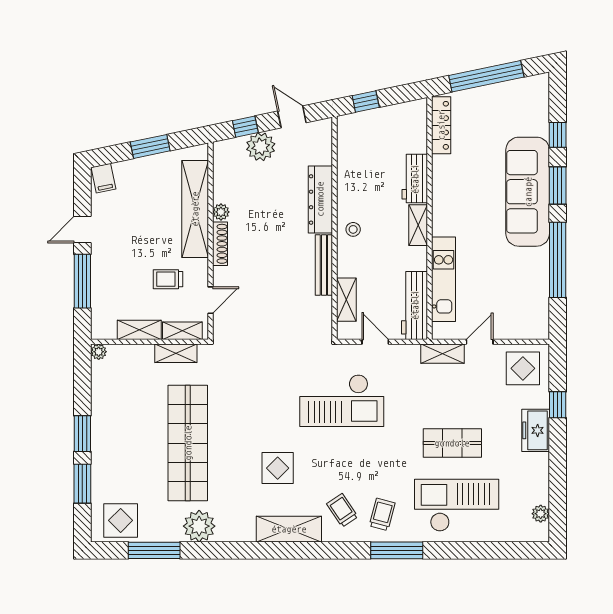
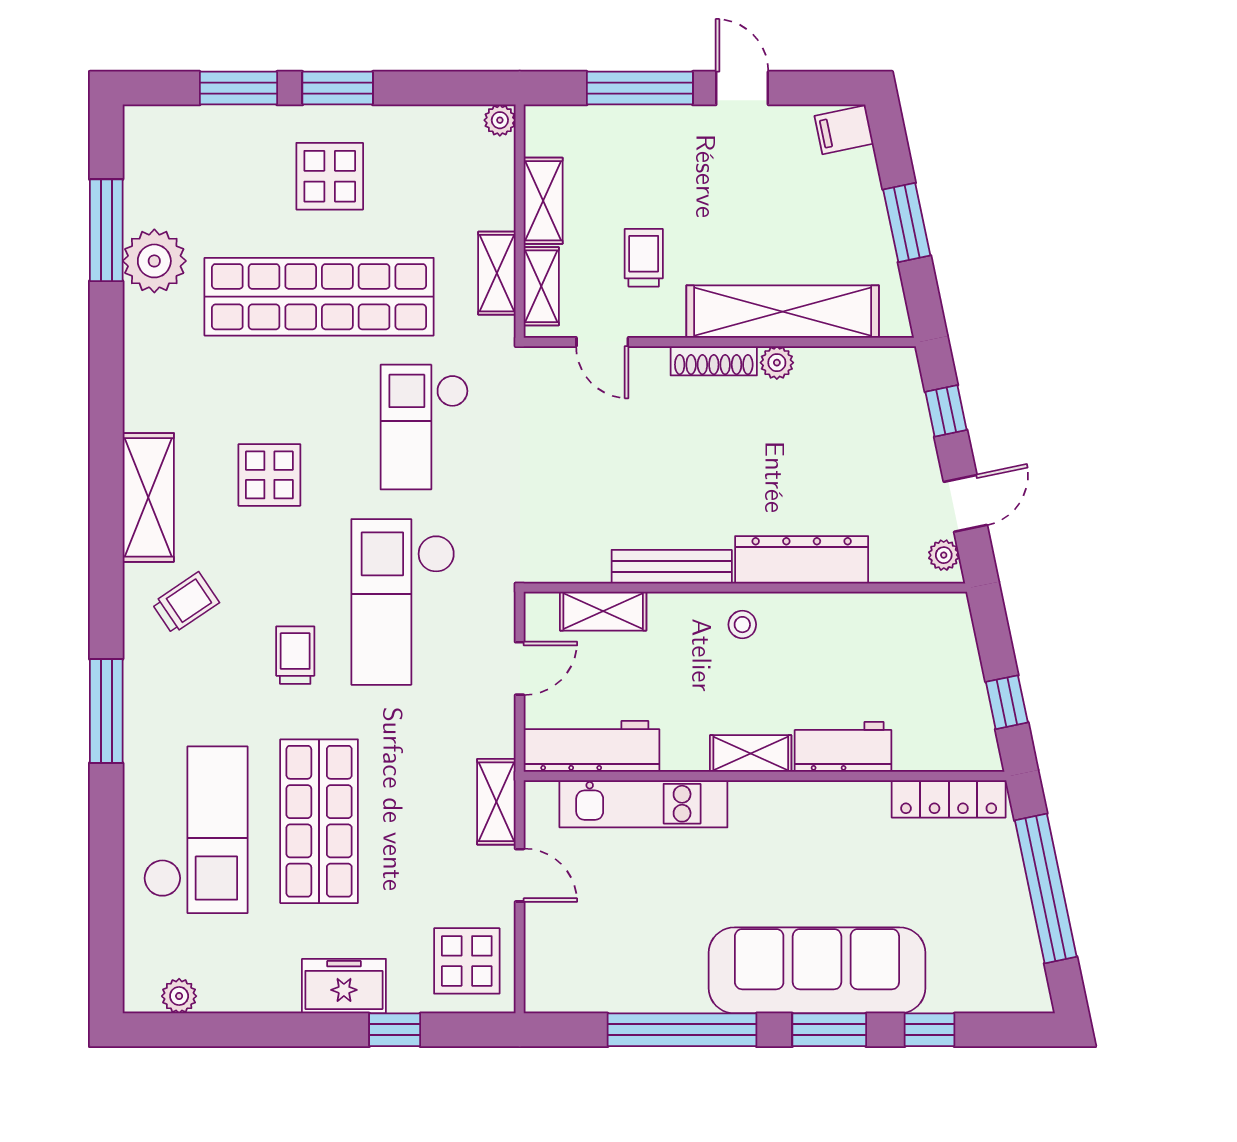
window: (366, 101) -> (1007, 702), moved
plant: (261, 147) -> (944, 555), moved, width x0.53, depth x0.53
checkout: (253, 390) -> (424, 427), added
shop shelf: (452, 443) -> (319, 821), width x1.43, depth x1.36
trolley: (382, 514) -> (295, 655), moved, turned -105
display table: (121, 520) -> (330, 176), moved
plant: (199, 526) -> (154, 261), moved

